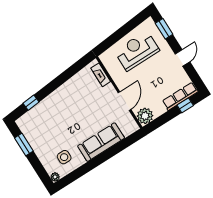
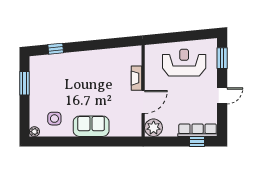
fireplace: (101, 75) -> (136, 78), moved
sofa: (101, 142) -> (91, 126), width x0.73

